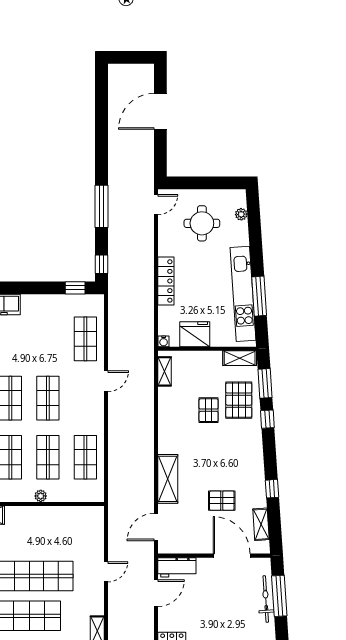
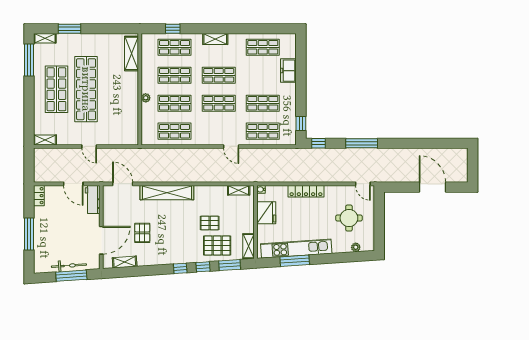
shop shelf: (48, 339) -> (263, 103), added
shelving: (168, 479) -> (167, 193), width x1.47
window: (272, 489) -> (180, 268), moved

